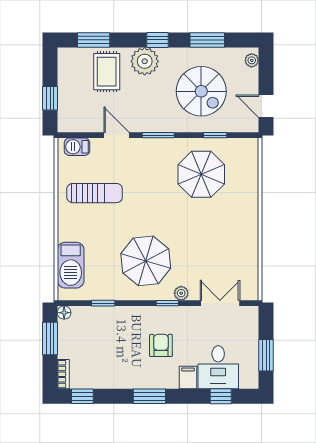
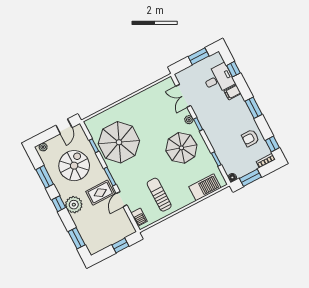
rug: (107, 72) -> (100, 193), moved
parasol: (201, 174) -> (119, 142), width x1.36, depth x1.36
armchair: (161, 345) -> (250, 138), moved

